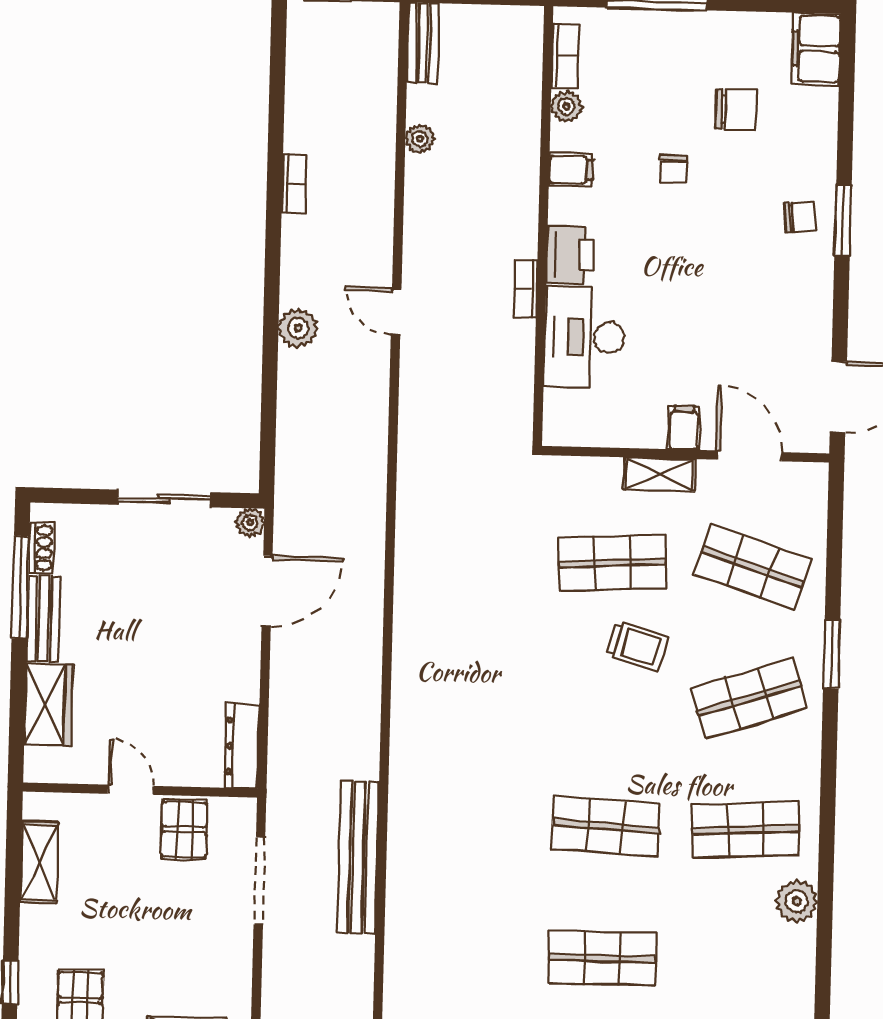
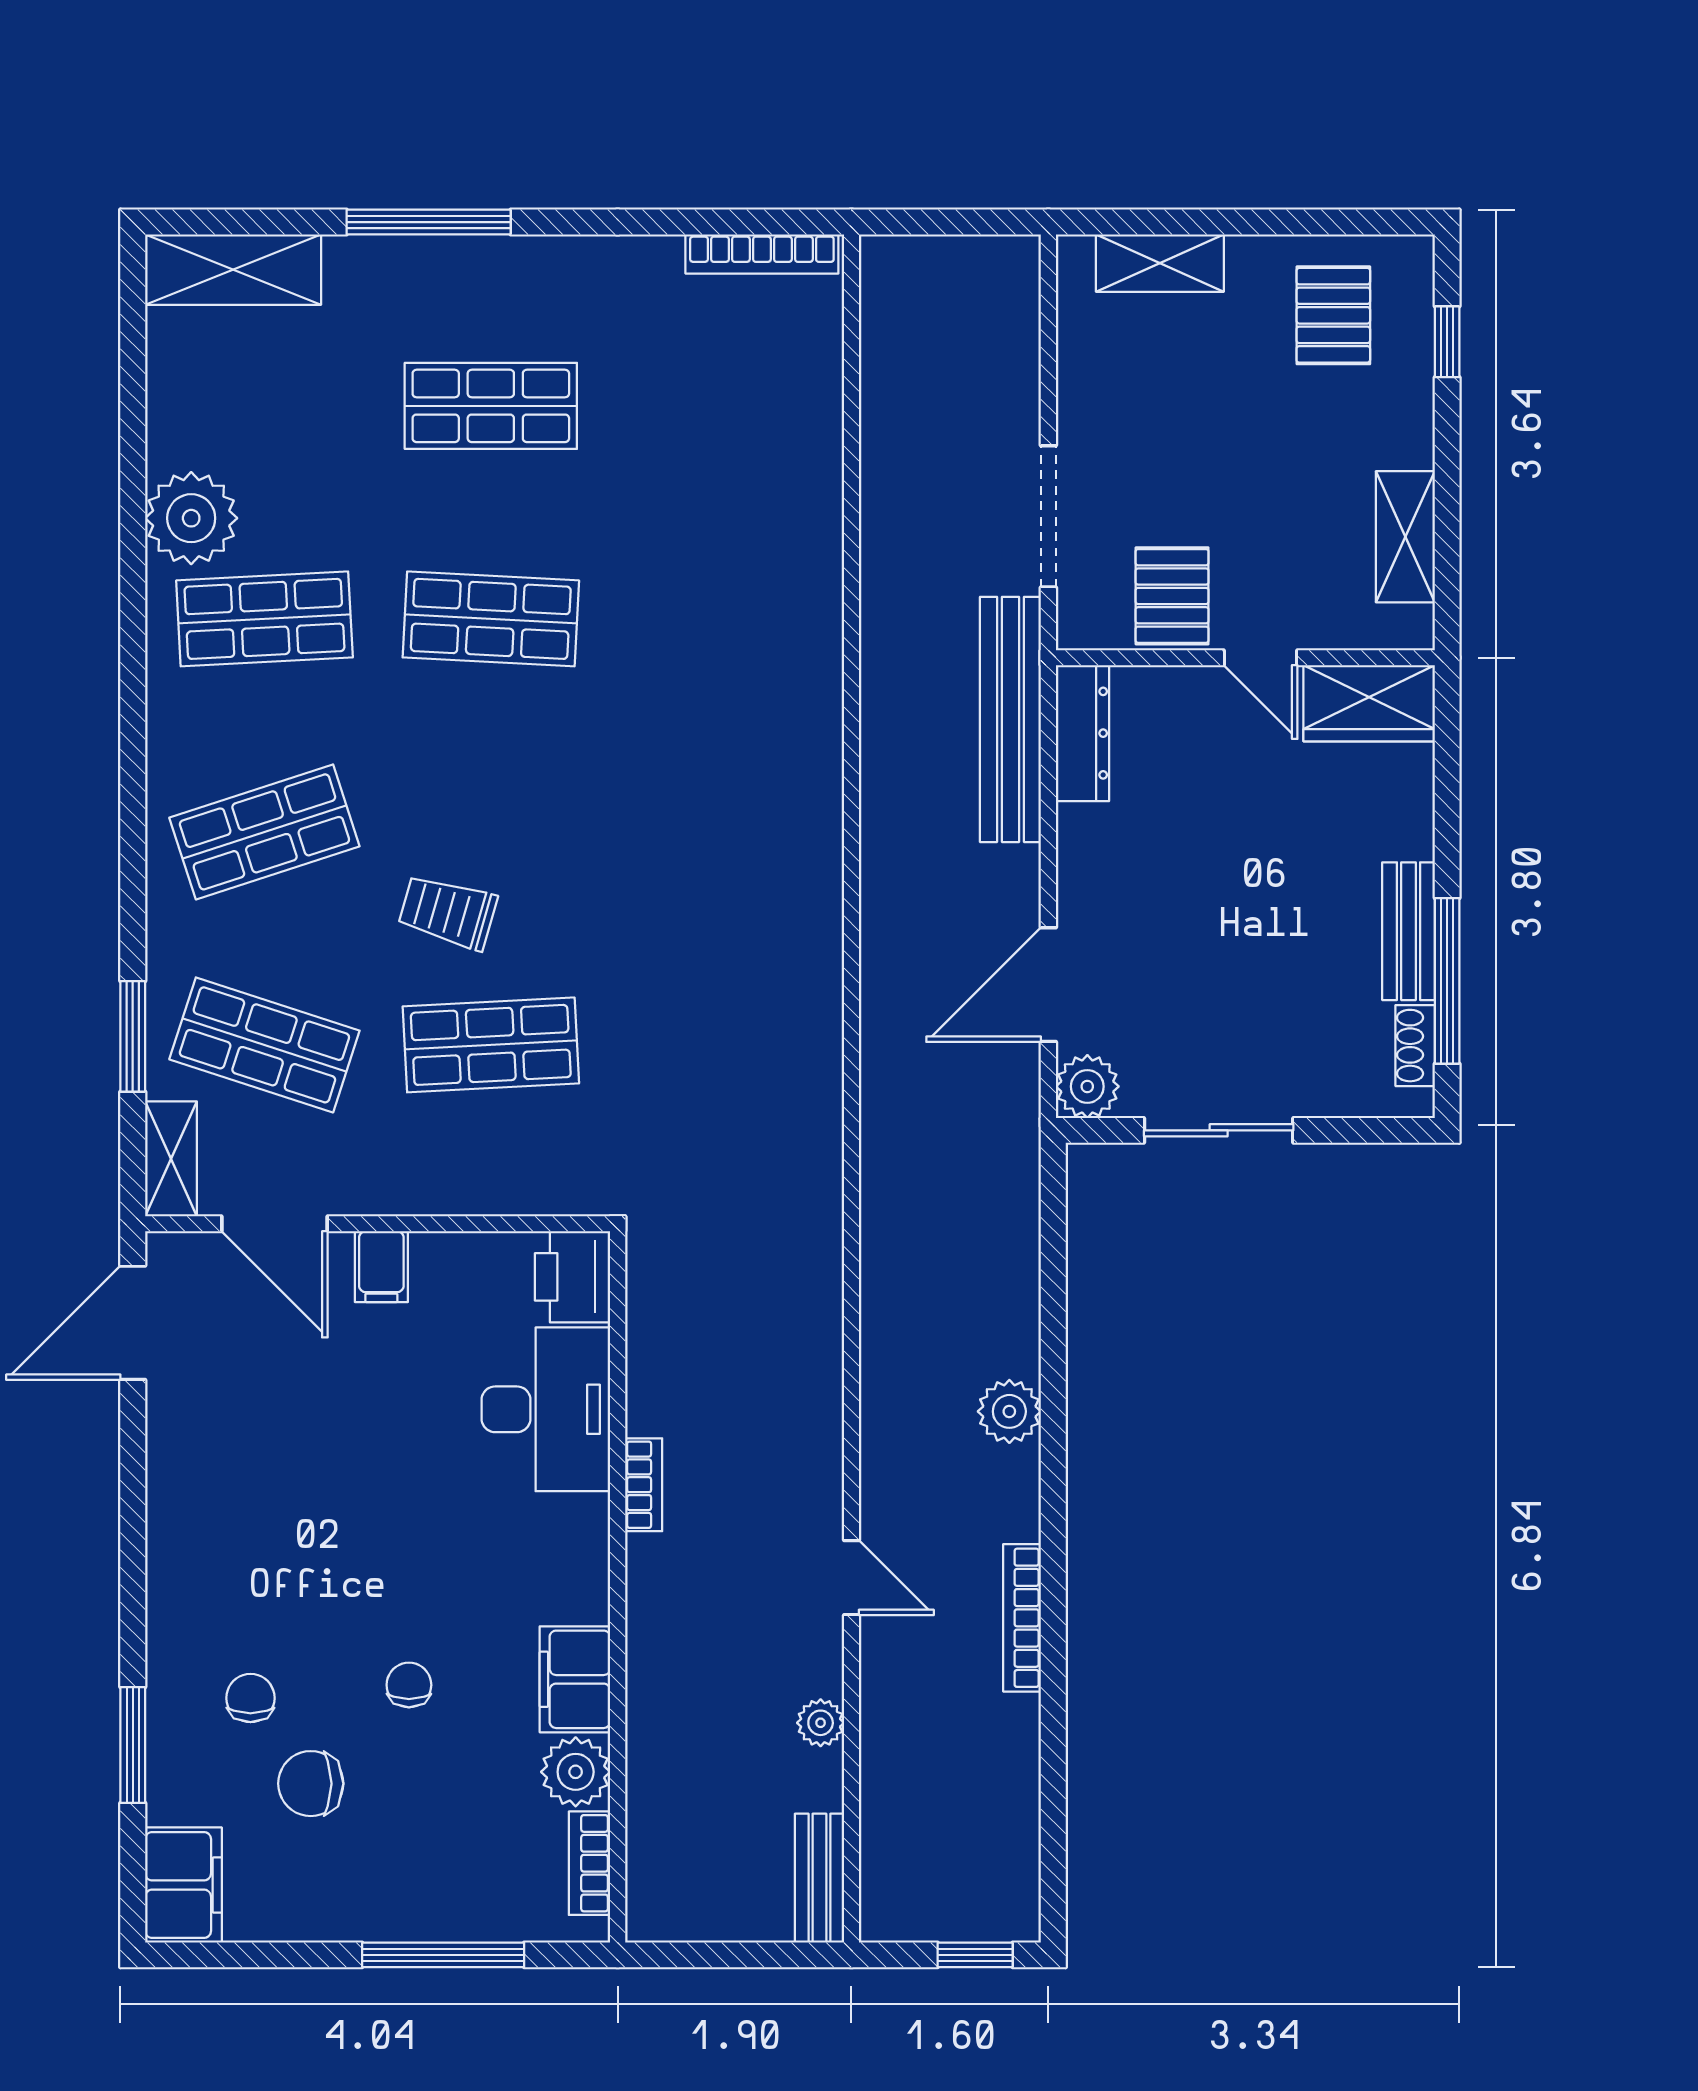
plant: (566, 106) -> (576, 1772), width x1.38, depth x1.38
filing cabinet: (571, 170) -> (575, 1679), width x2.00
bookcase: (294, 184) -> (1022, 1618), width x1.56
chair: (800, 217) -> (250, 1698), moved, turned 94
window: (843, 220) -> (133, 1745), moved
printer: (570, 255) -> (573, 1277), moved
door: (396, 311) -> (851, 1578), moved
shelving: (659, 474) -> (171, 1159), moved, turned 90
plant: (250, 522) -> (1087, 1086), width x1.38, depth x1.38
window: (832, 654) -> (133, 1036), moved
wardrobe: (49, 705) -> (1369, 703), moved, turned -90
bench: (358, 857) -> (1010, 719), moved
plant: (797, 901) -> (191, 518), width x1.36, depth x1.36

